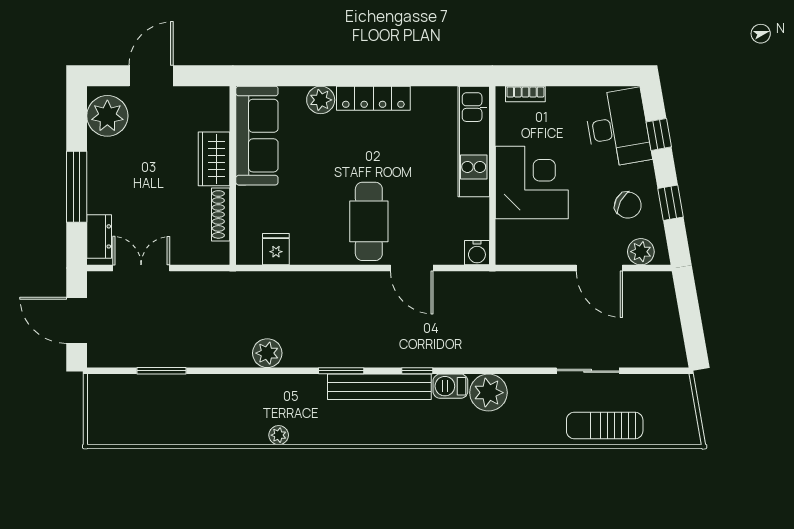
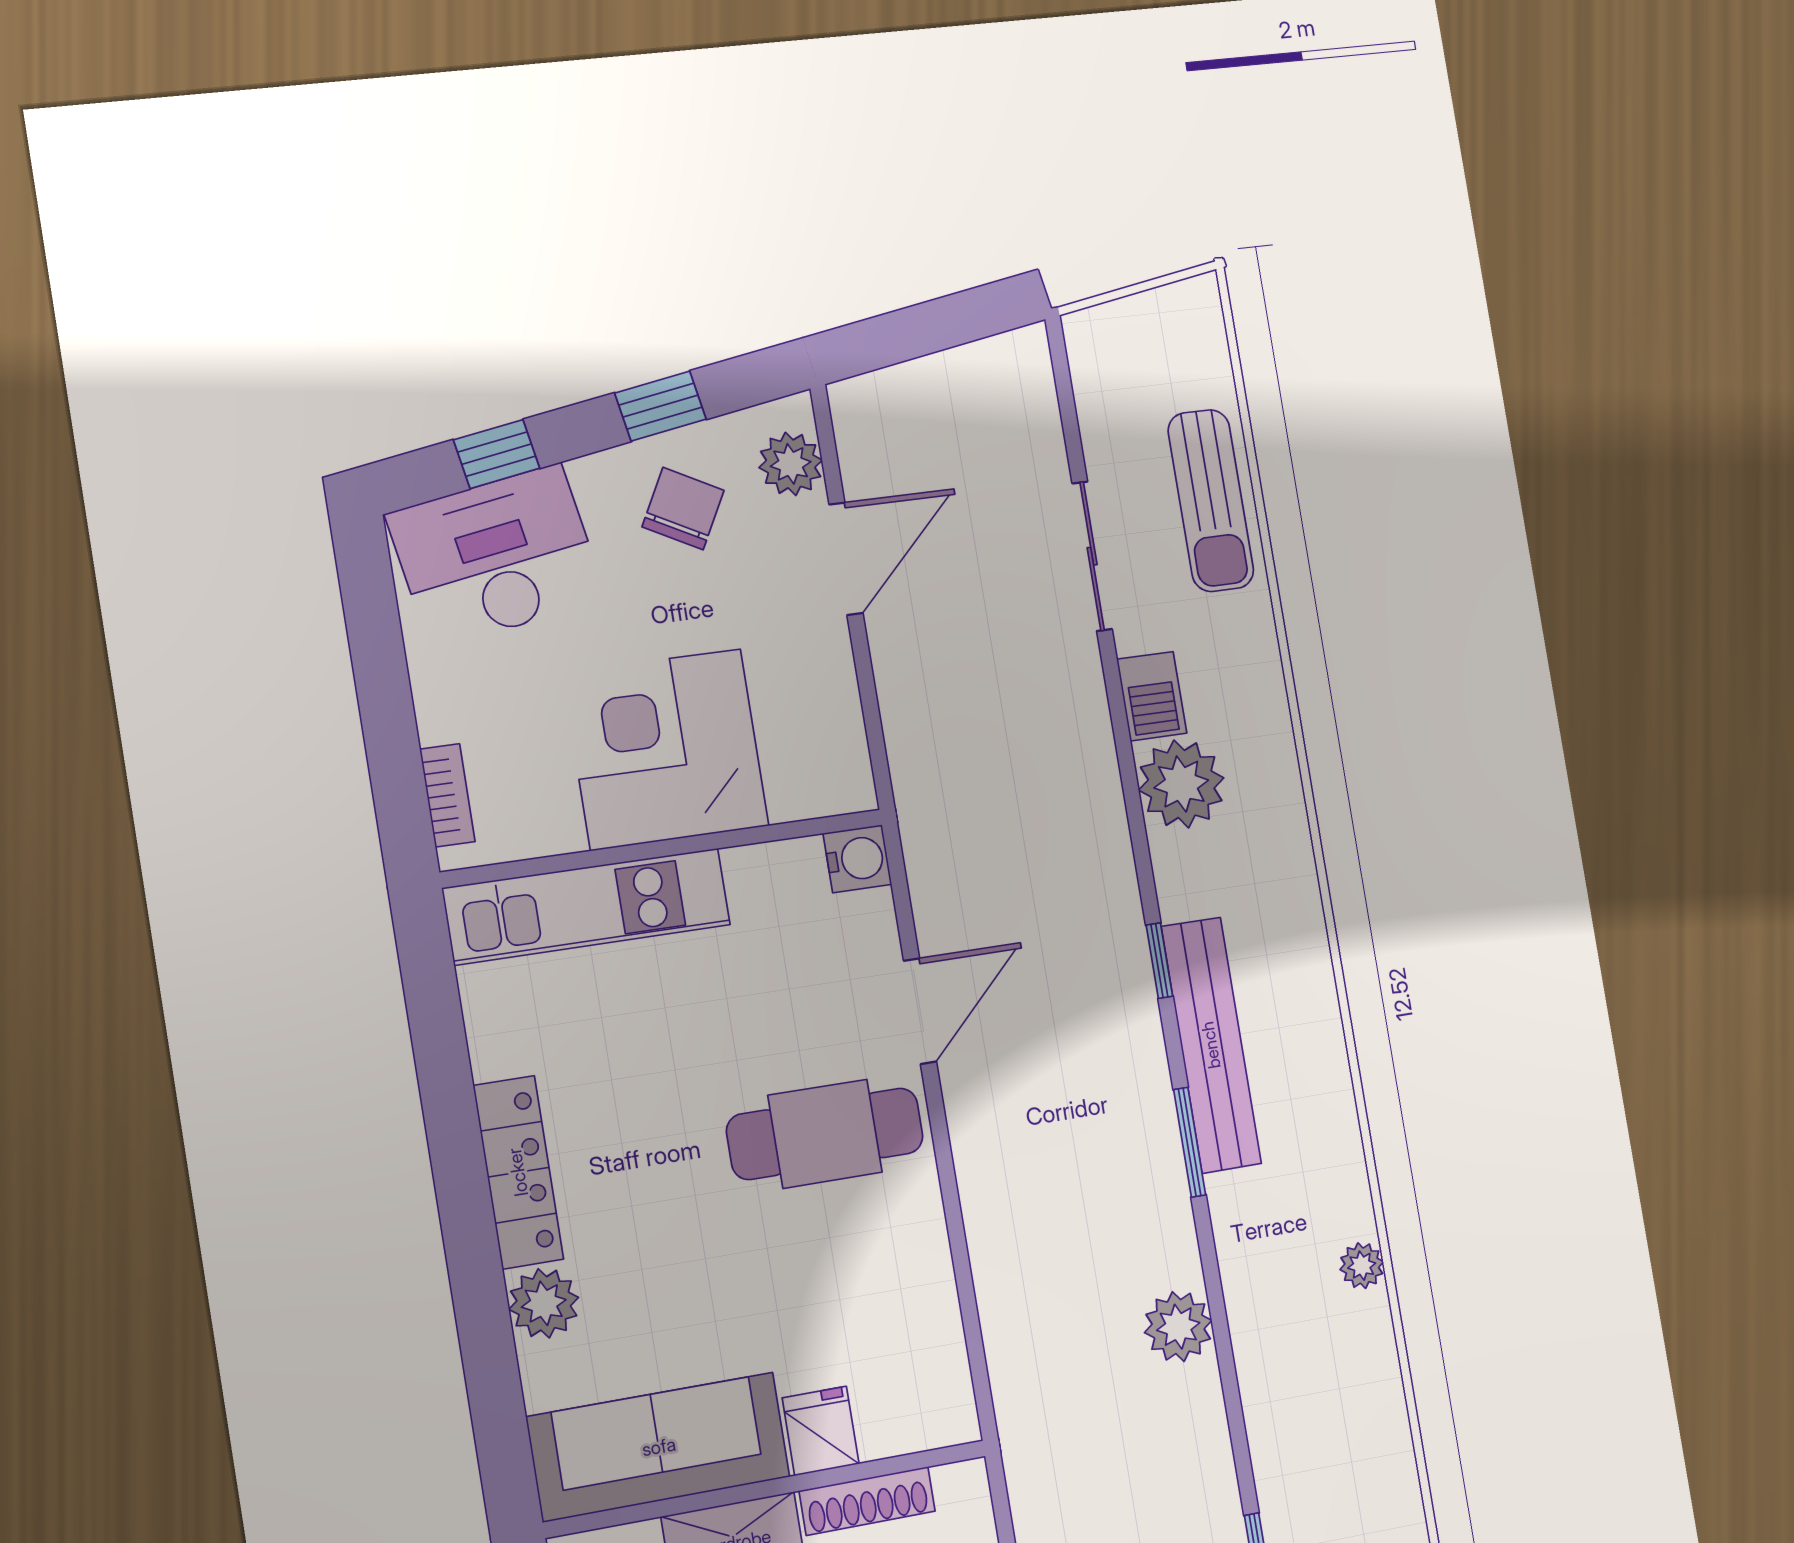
fridge: (276, 249) -> (821, 1431), moved, turned 90
barbecue: (450, 386) -> (1152, 696), moved

